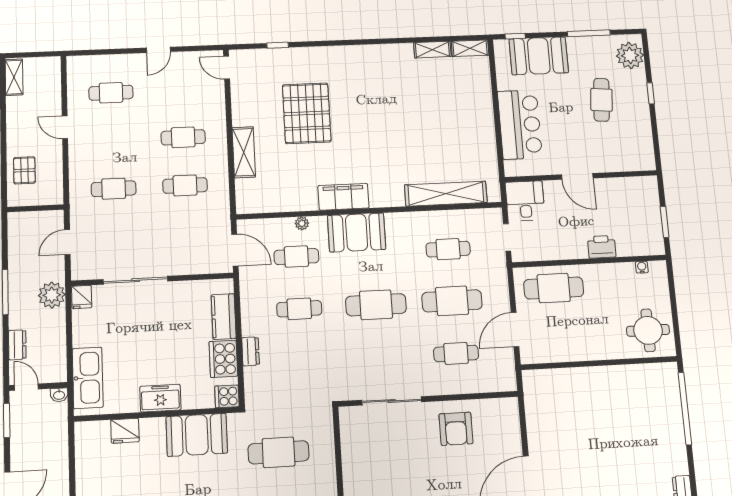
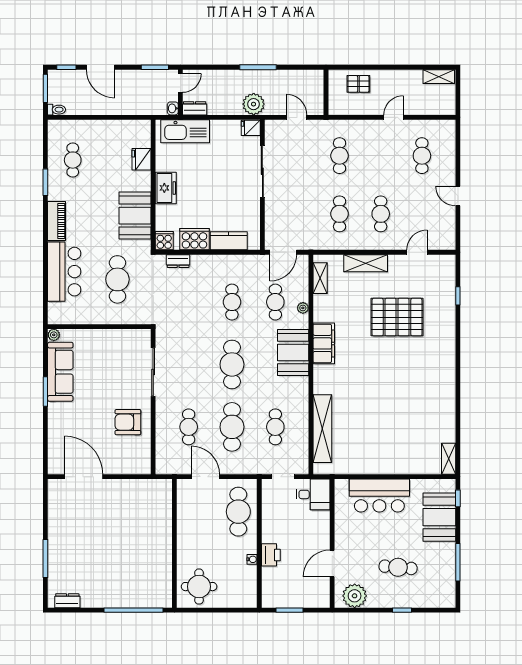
shelving: (432, 50) -> (320, 278), moved
plant: (630, 55) -> (355, 596), moved
door: (227, 68) -> (417, 252), moved
door: (577, 176) -> (332, 563), moved
water cooler: (642, 267) -> (252, 559), moved
dresser: (17, 345) -> (195, 108), moved, turned 180
dresser: (251, 351) -> (178, 261), moved

